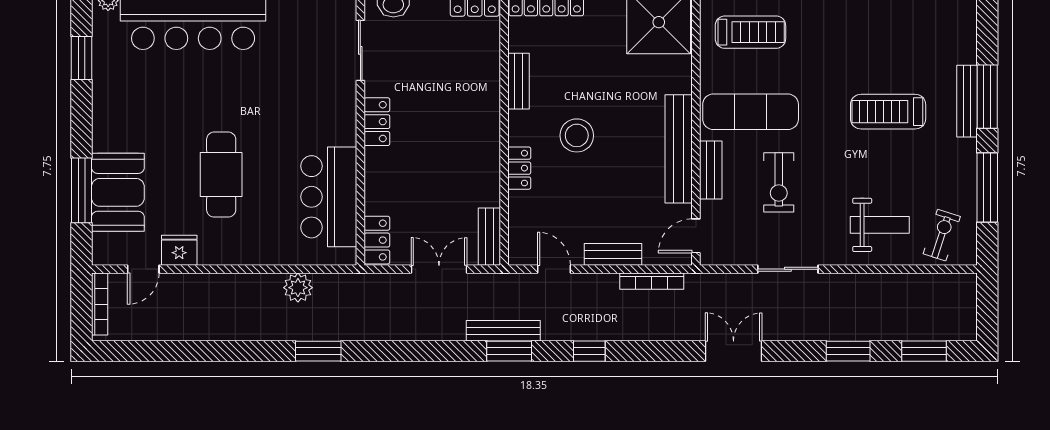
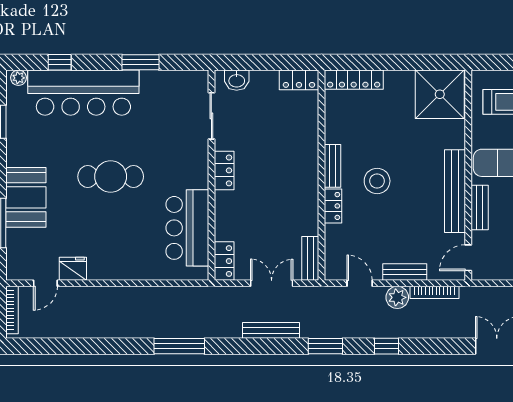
bench: (519, 81) -> (333, 166), moved
cafe table: (221, 175) -> (111, 177), moved, turned 90
booth: (118, 192) -> (26, 197), moved
plant: (298, 288) -> (397, 297), moved
bench: (503, 331) -> (271, 330), moved
window: (318, 351) -> (179, 346), width x1.44

